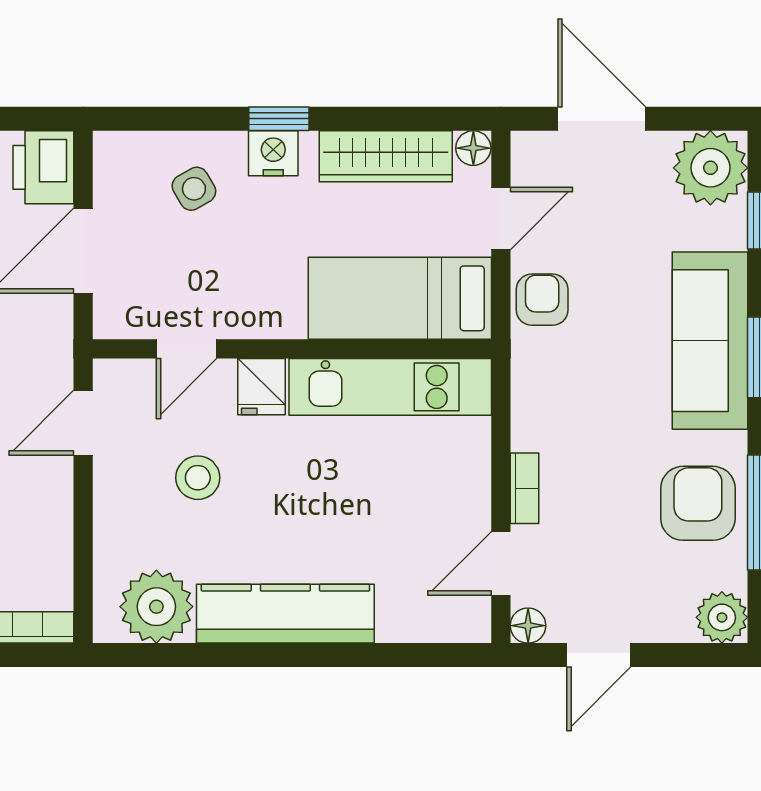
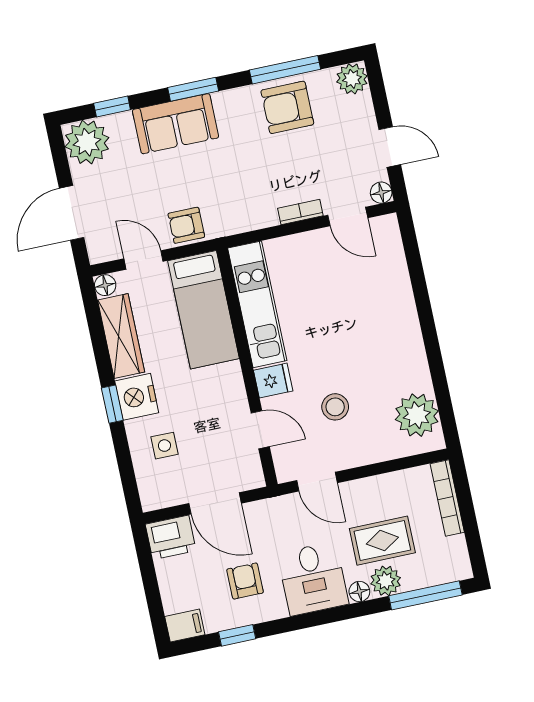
nightstand: (273, 153) -> (137, 397), width x1.36, depth x1.33
side table: (194, 189) -> (164, 446), turned 30
sofa: (710, 341) -> (175, 124), width x0.73
kitchen counter: (285, 614) -> (405, 338), removed

